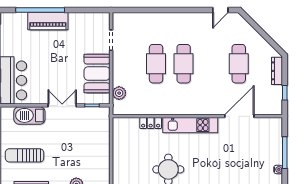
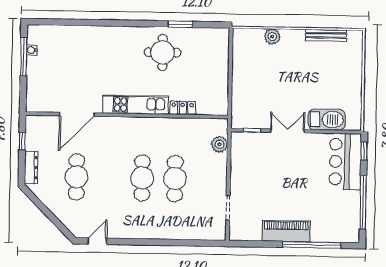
piano: (48, 21) -> (286, 231), moved
booth: (97, 73) -> (245, 168), removed
double door: (62, 105) -> (288, 131), swing flipped
window: (285, 153) -> (24, 57), moved
sun lounger: (25, 155) -> (333, 72), removed

